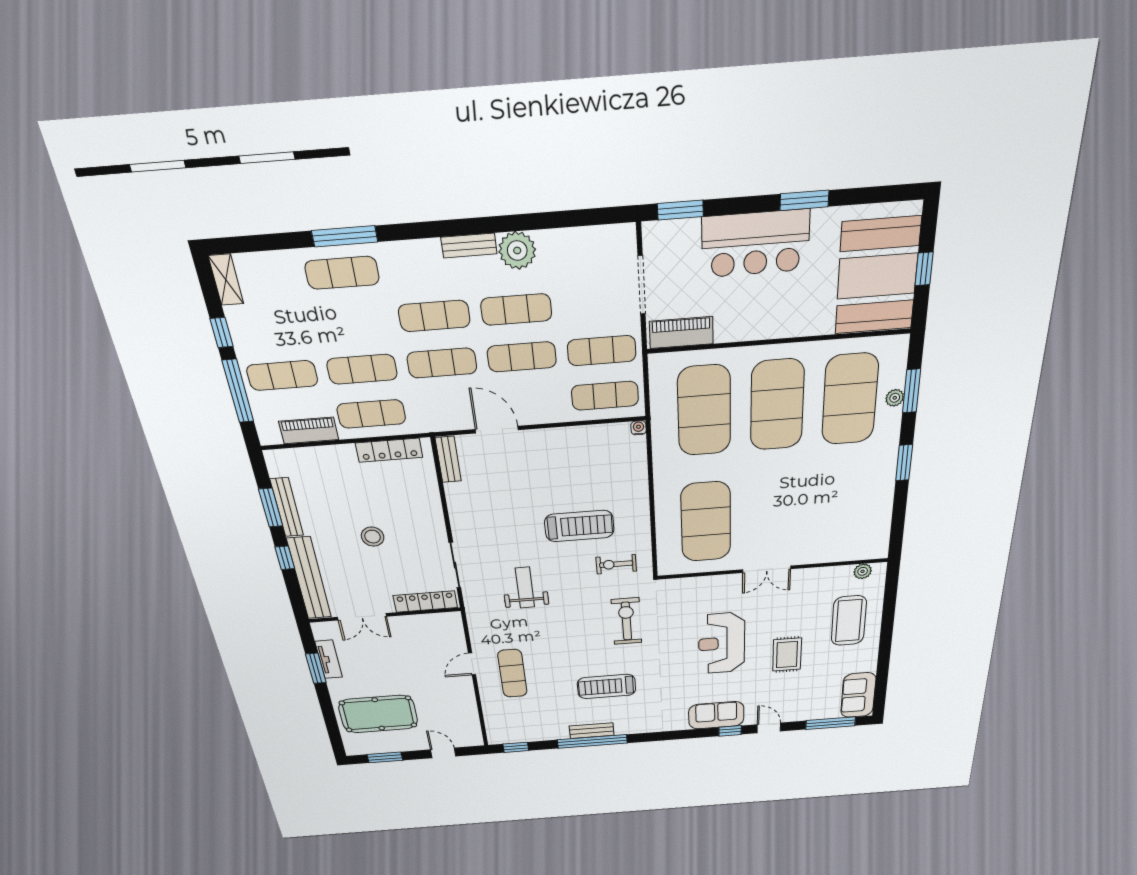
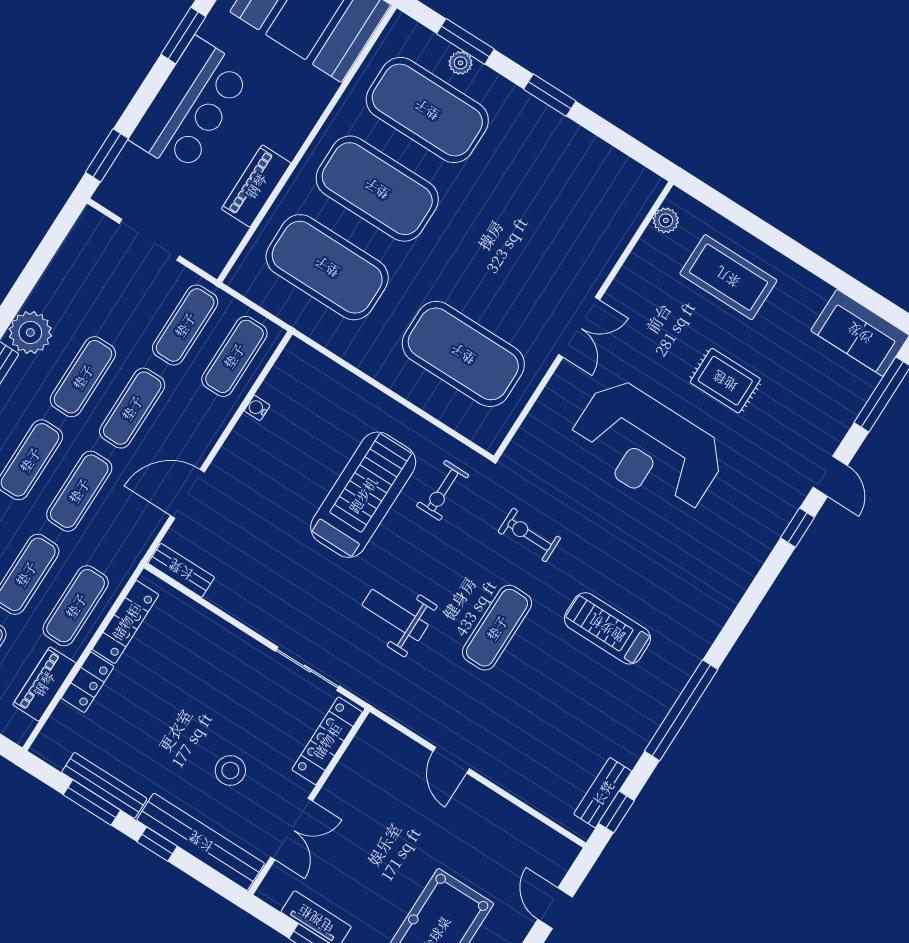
piano: (681, 333) -> (256, 186), moved
water cooler: (639, 428) -> (257, 408), moved
locker: (334, 455) -> (88, 682), added
treadmill: (579, 526) -> (363, 495), width x1.37, depth x1.38
stool: (373, 537) -> (230, 770), moved
exercise bike: (627, 621) -> (529, 535), width x0.73, depth x0.72
reception desk: (722, 643) -> (648, 447), width x1.36, depth x1.30
exercise mat: (512, 673) -> (497, 628), moved, turned 90
treadmill: (607, 687) -> (607, 628), turned 90
sofa: (716, 715) -> (758, 528), removed
door: (769, 728) -> (830, 476), swing flipped
bench: (592, 731) -> (603, 793), moved
door: (443, 753) -> (555, 908), hinge flipped

